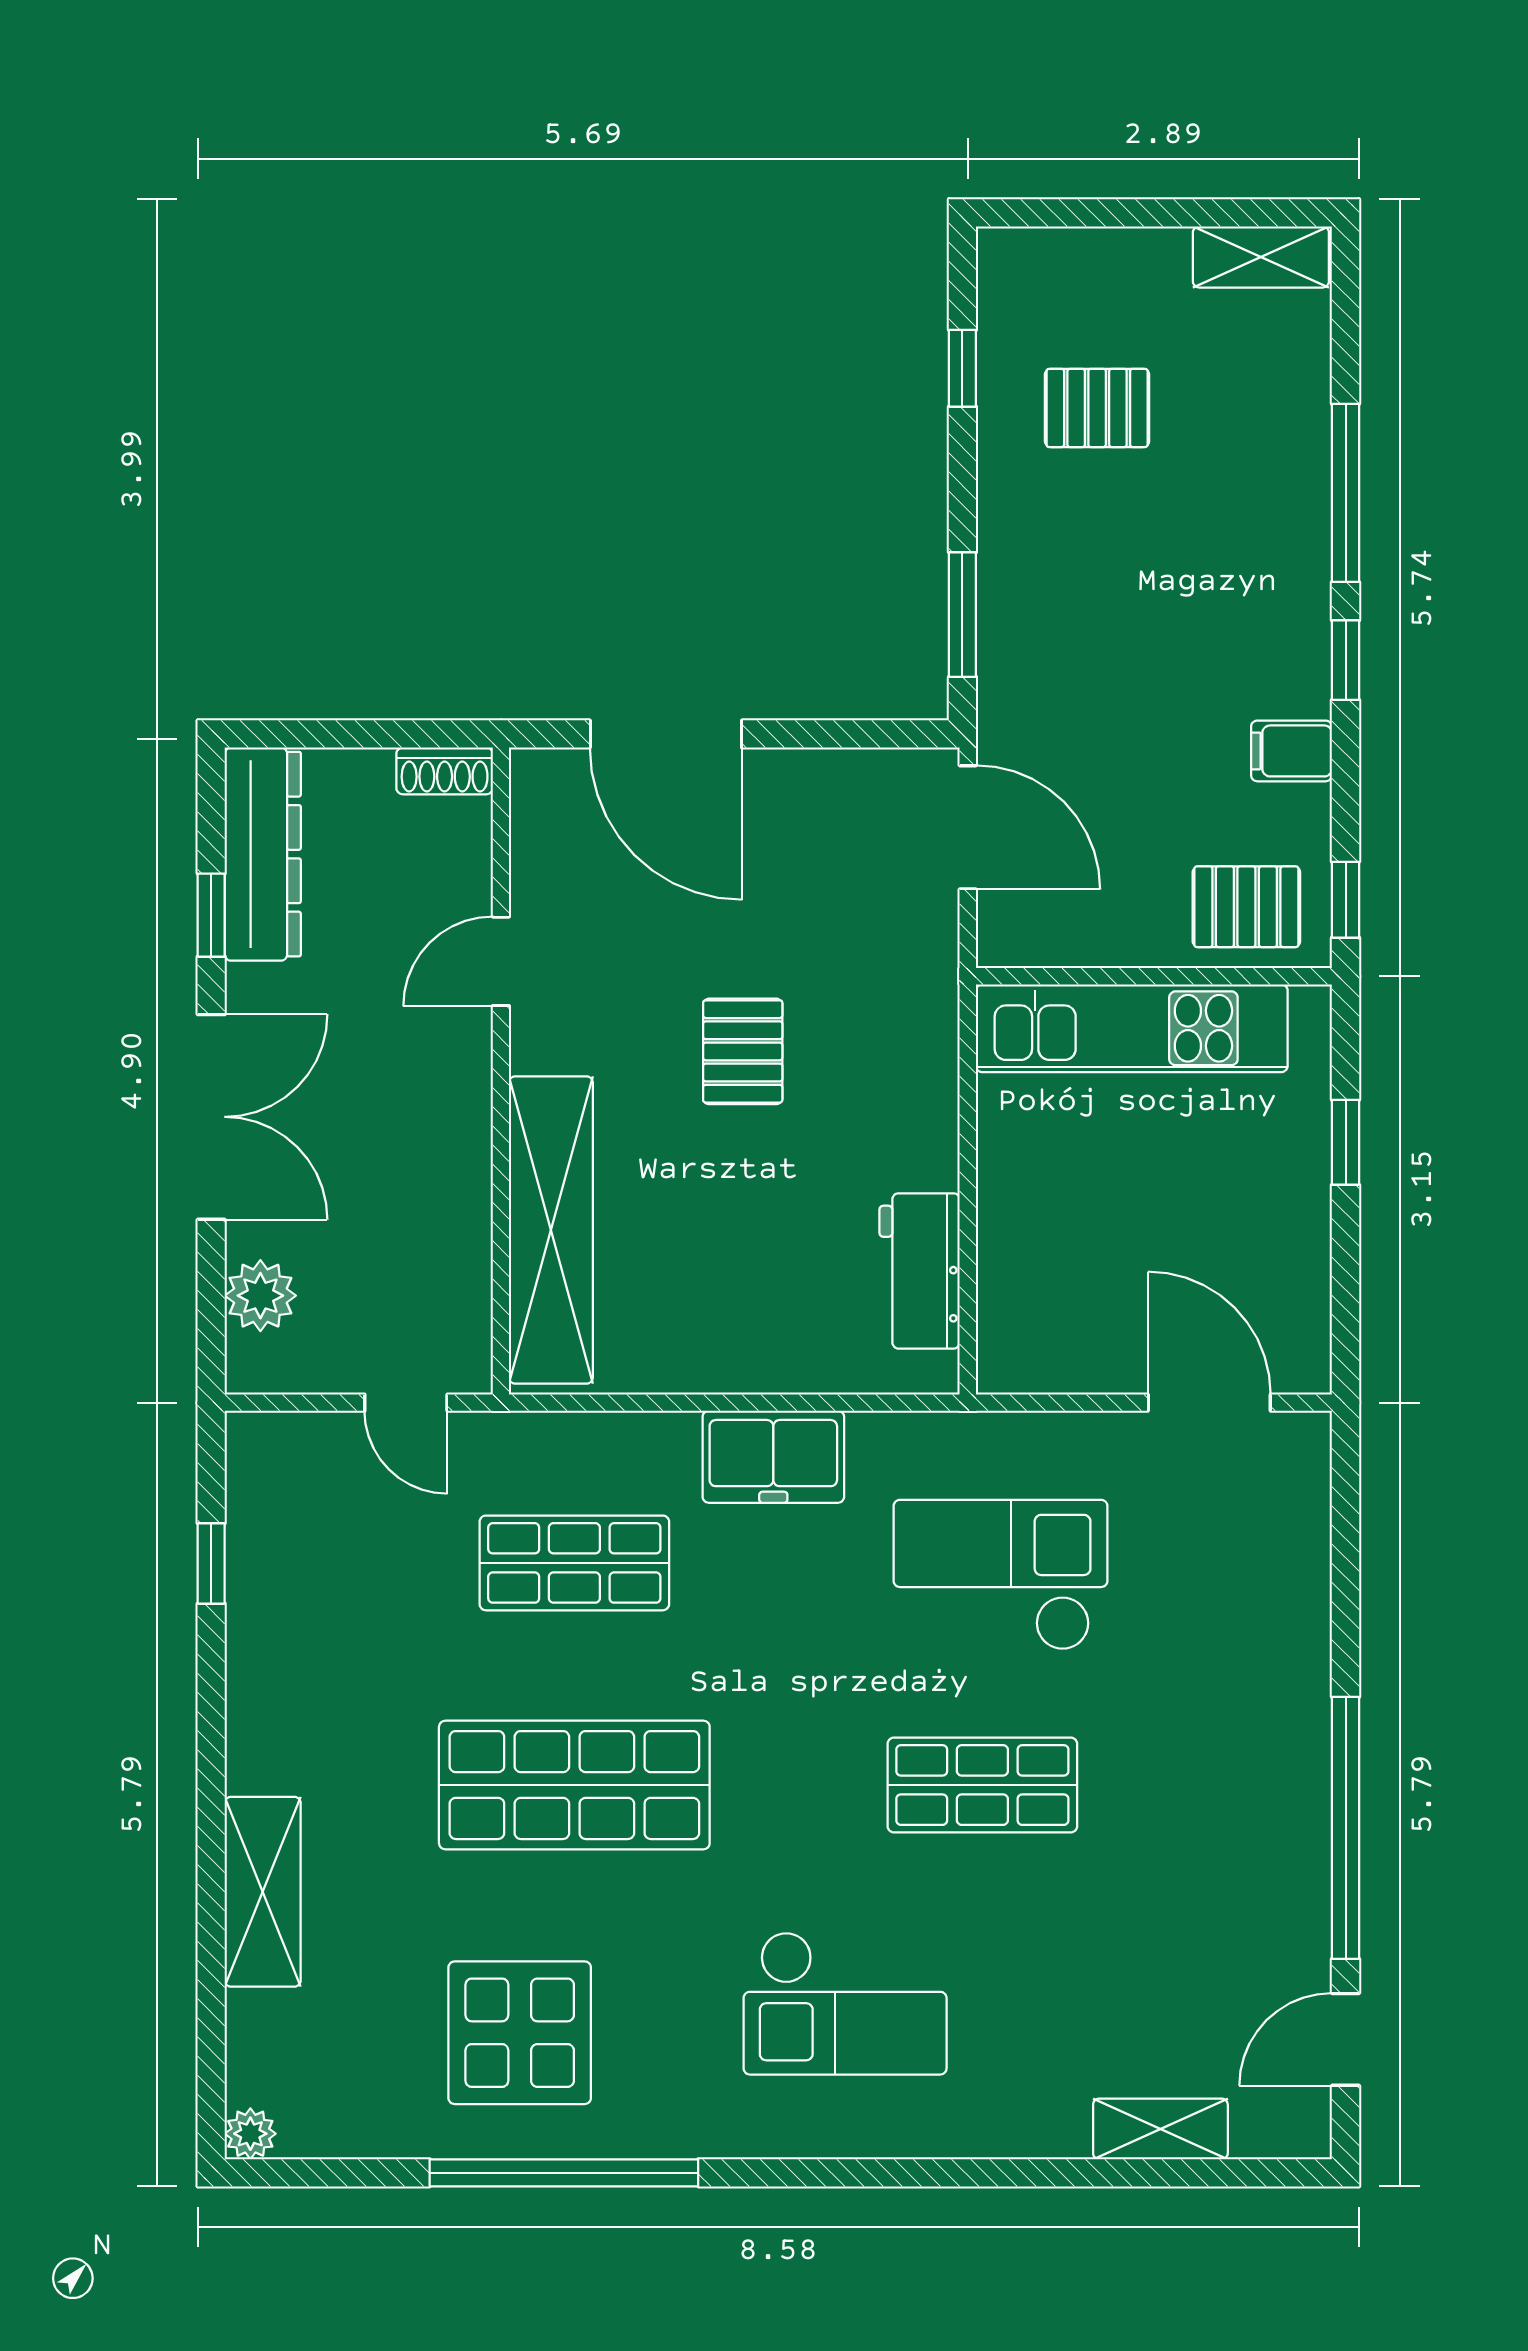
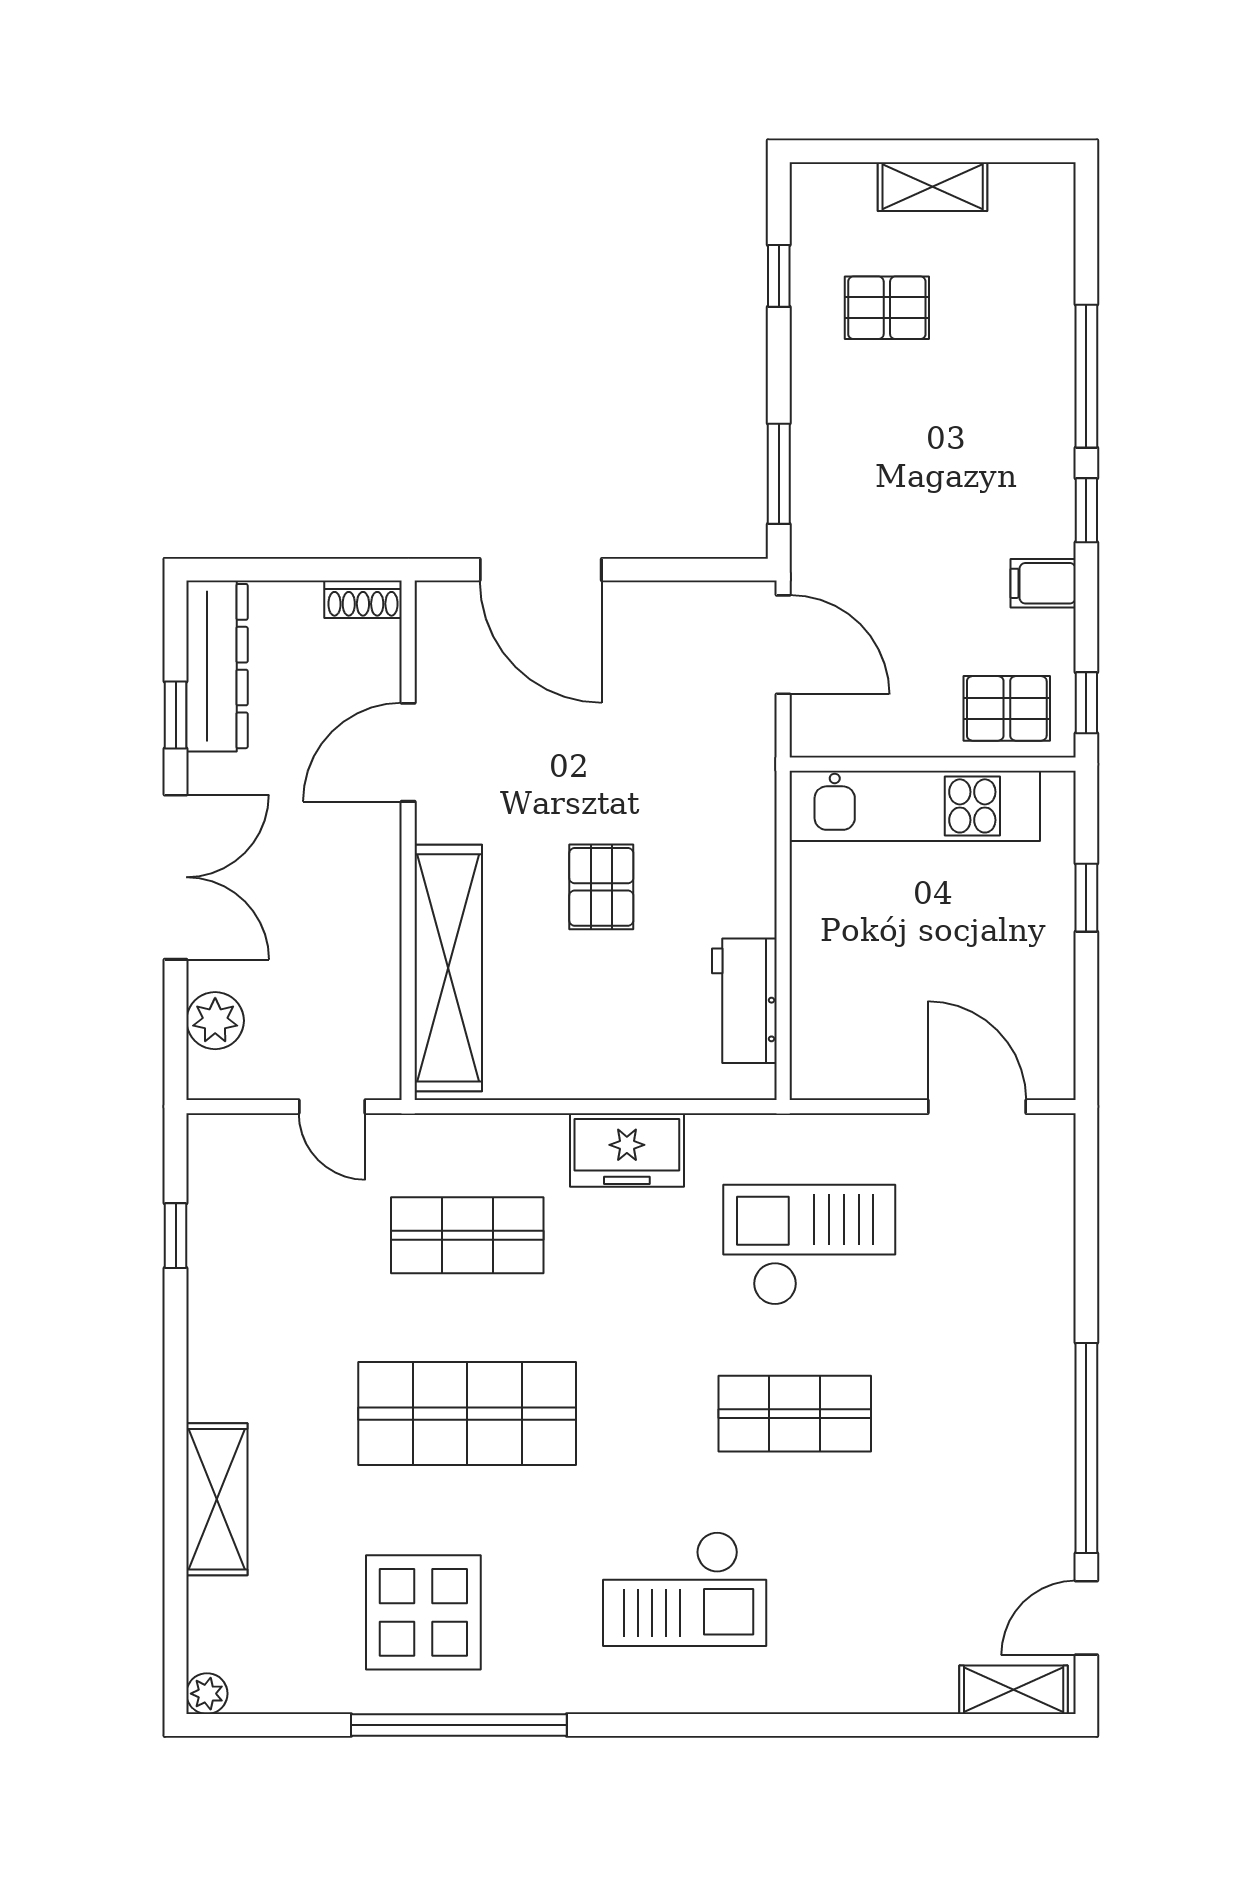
shelving: (1261, 257) -> (933, 187), moved
door: (501, 961) -> (408, 752), width x1.38
pallet: (743, 1051) -> (601, 887), moved
shelving: (1160, 2129) -> (1014, 1690), moved

